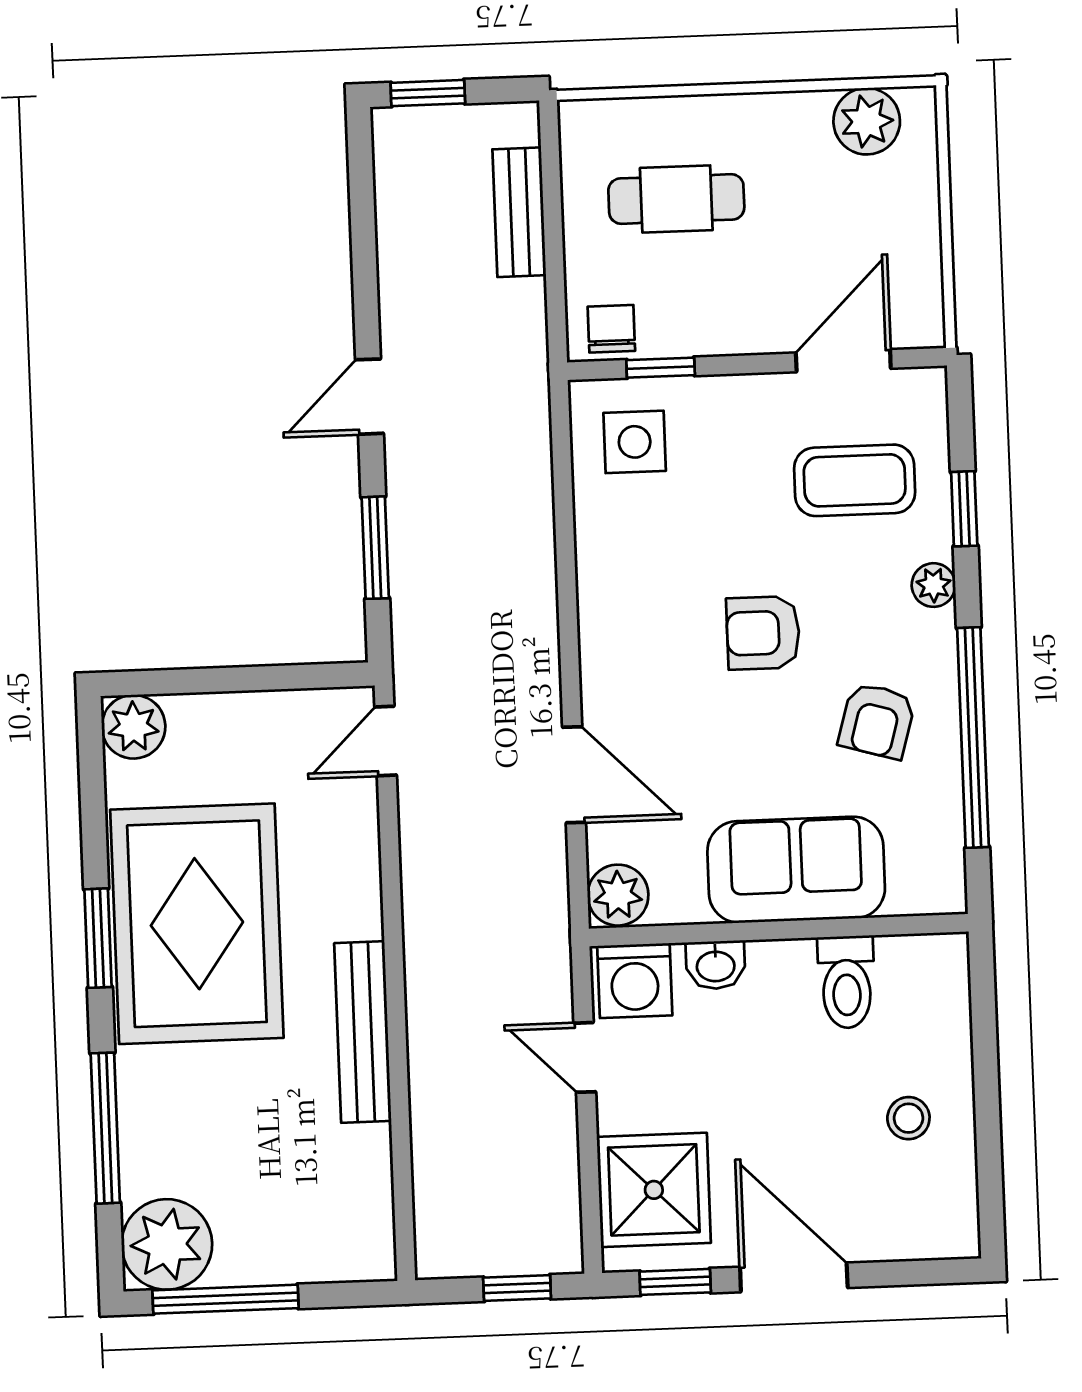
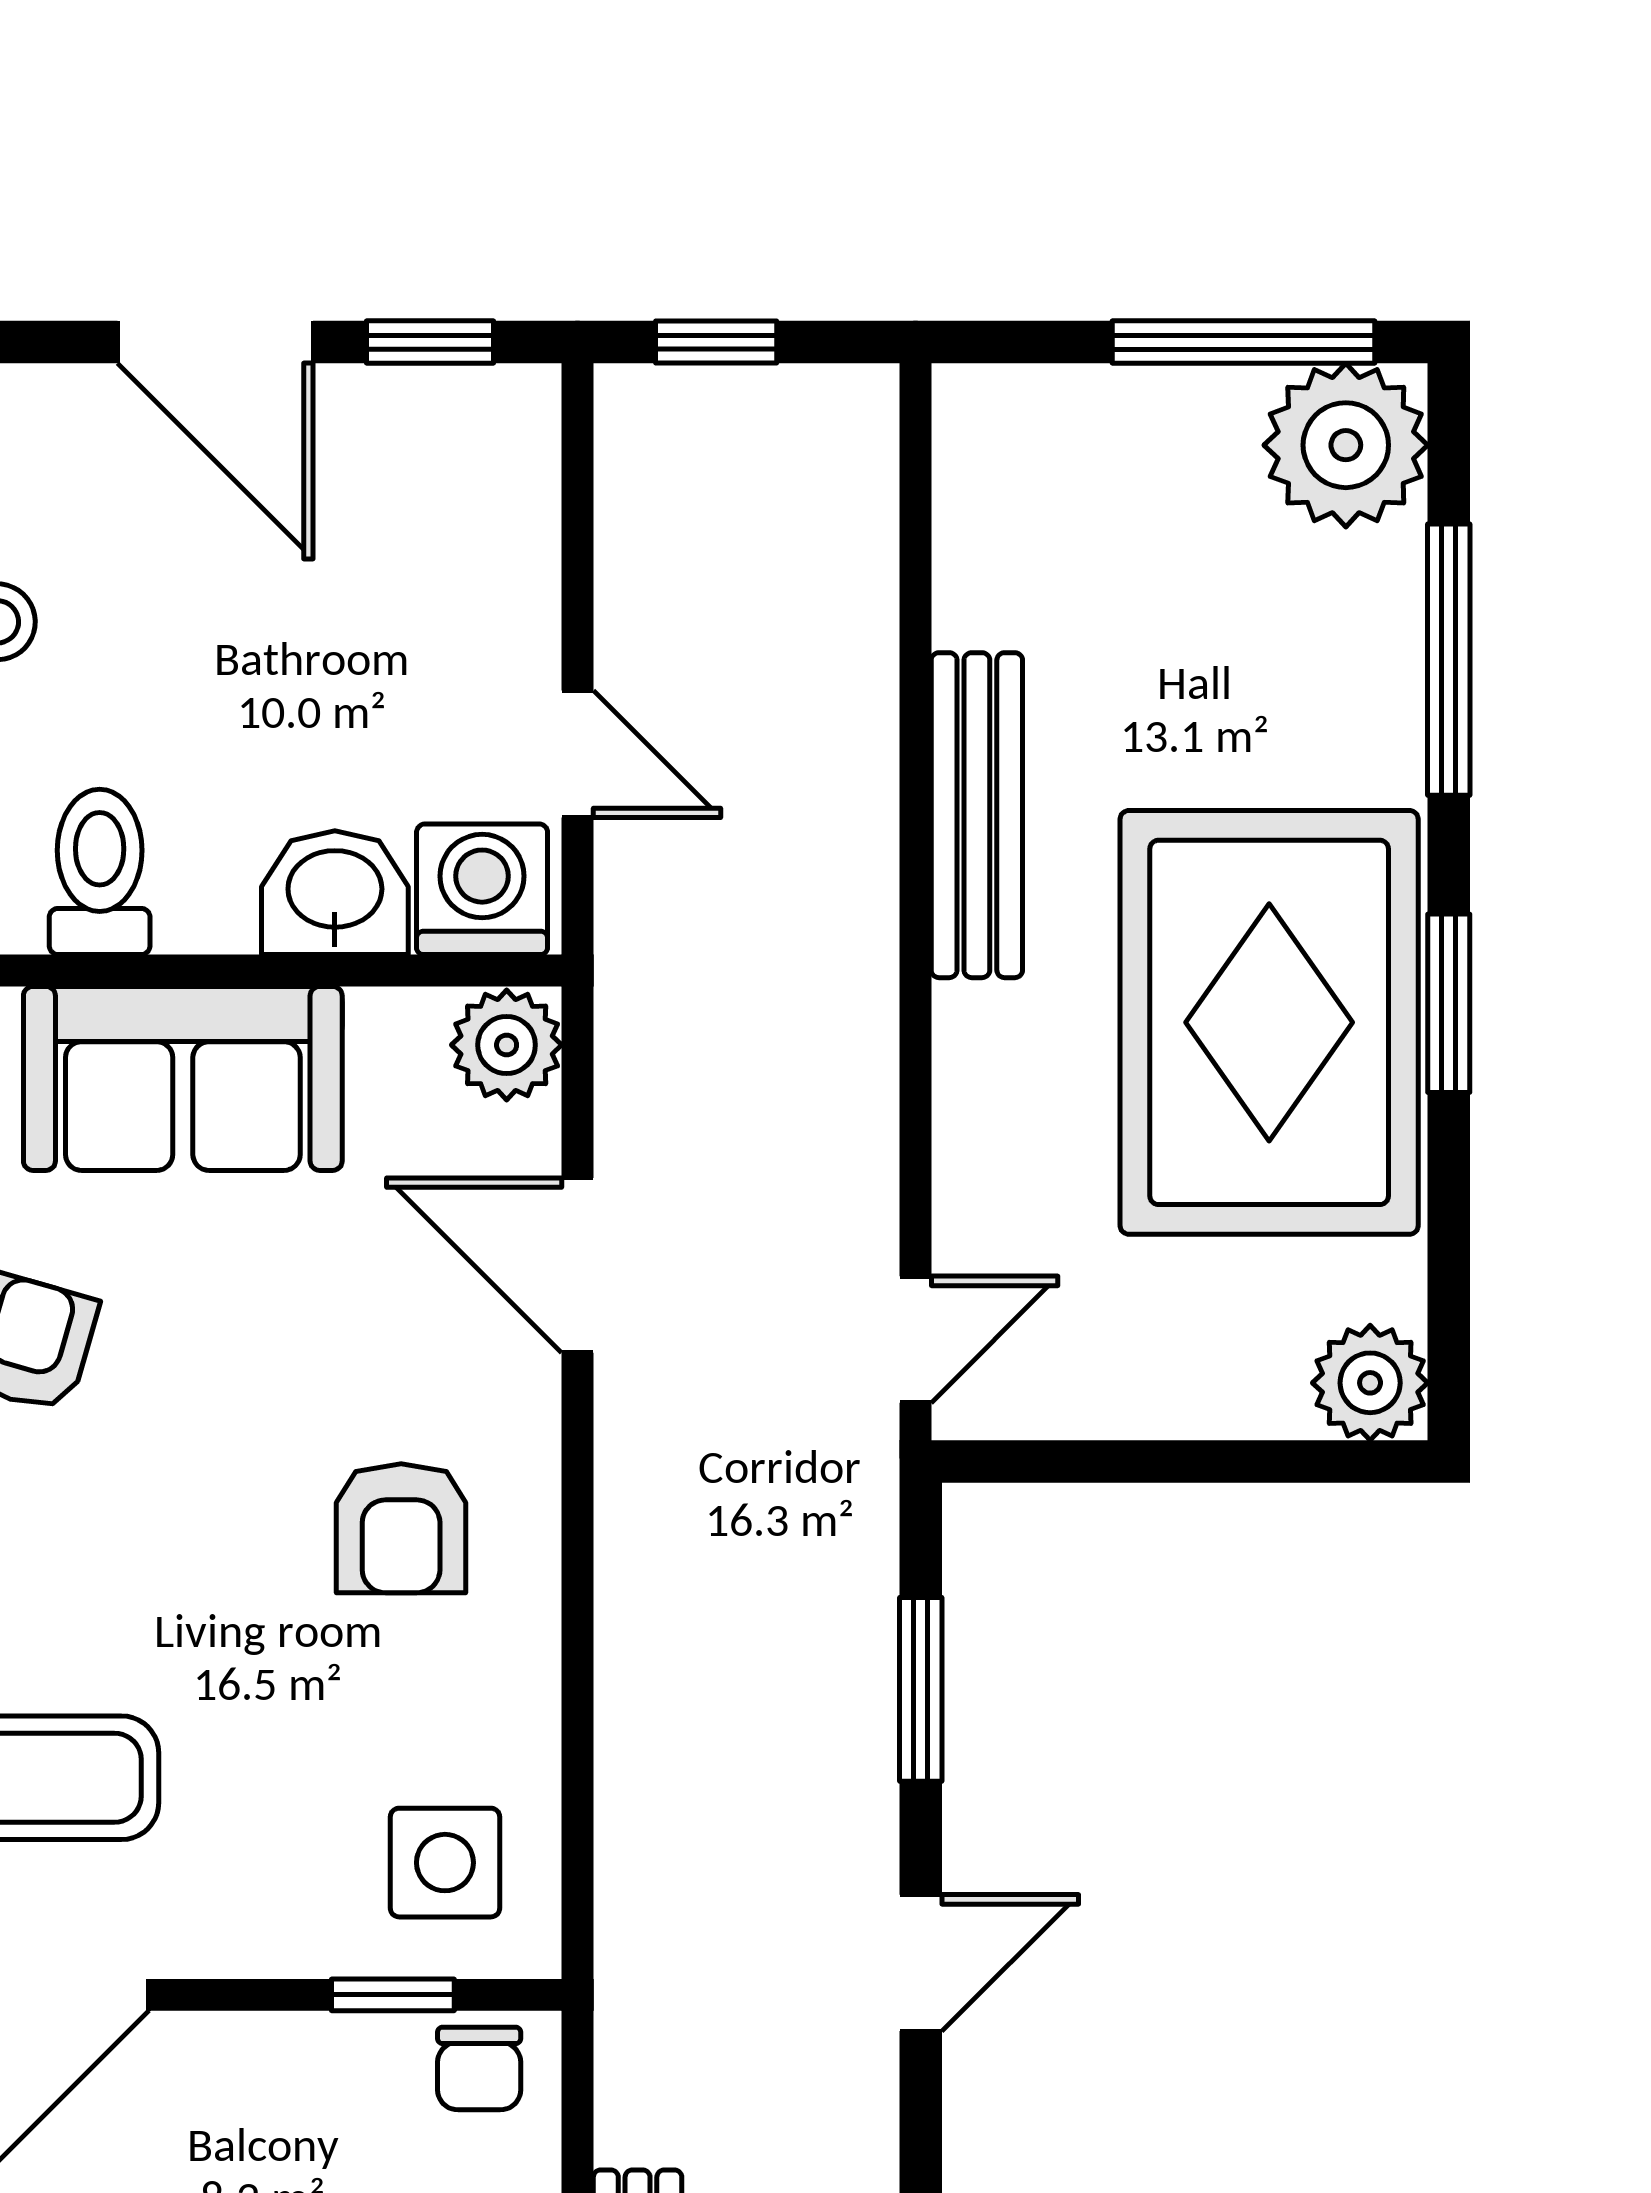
armchair: (763, 633) -> (401, 1528), moved, turned 90
washbasin: (716, 965) -> (335, 893), width x1.38, depth x1.45
shower: (654, 1190) -> (462, 510), removed

